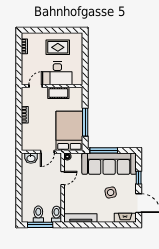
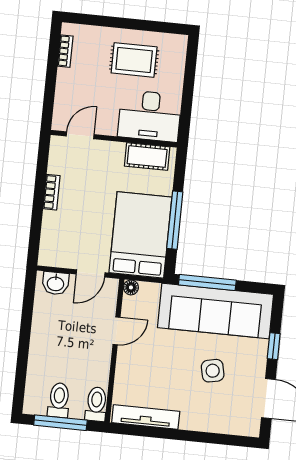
desk: (57, 73) -> (150, 116), moved
cot: (58, 93) -> (147, 157), moved
fireplace: (125, 218) -> (237, 426), removed

